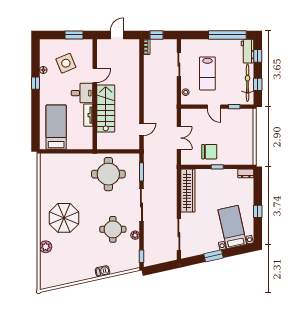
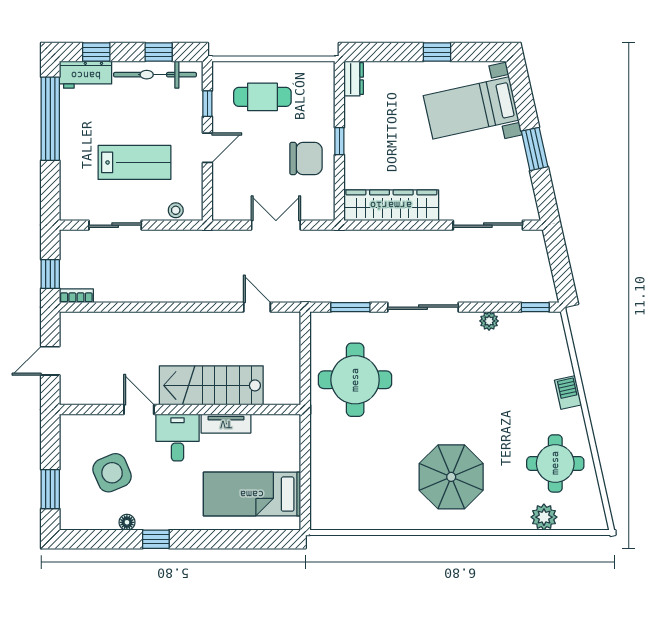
window: (74, 35) -> (50, 489), moved
door: (117, 35) -> (50, 361), hinge flipped
cafe table: (237, 132) -> (262, 97), added
chair: (209, 152) -> (306, 158), turned 90
round table: (113, 229) -> (555, 463), moved
plant: (46, 247) -> (544, 517), moved

